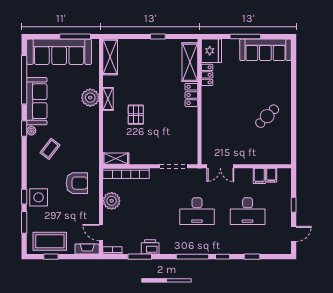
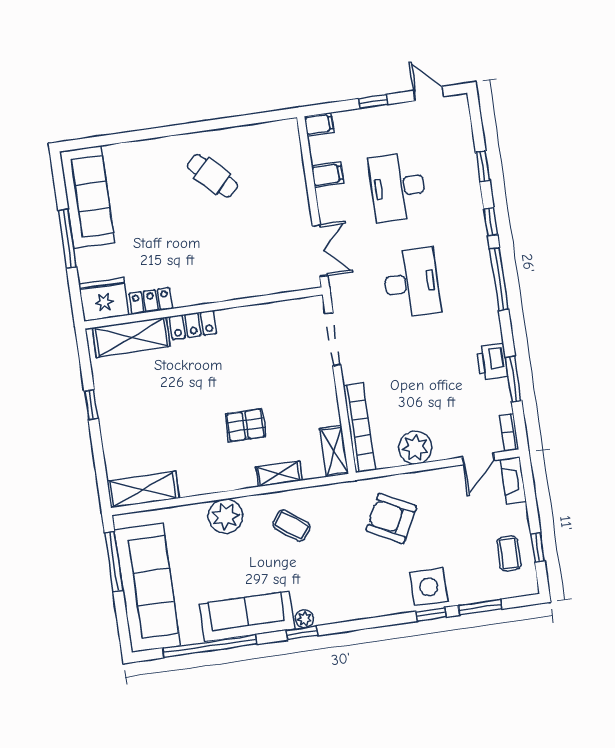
shelving: (108, 99) -> (279, 474), moved
coffee table: (50, 149) -> (292, 526), moved
filing cabinet: (271, 175) -> (319, 124), moved
armchair: (77, 183) -> (391, 518), turned -63
desk: (248, 211) -> (398, 187), turned 180
coffee table: (50, 241) -> (509, 553), width x0.54, depth x0.58

